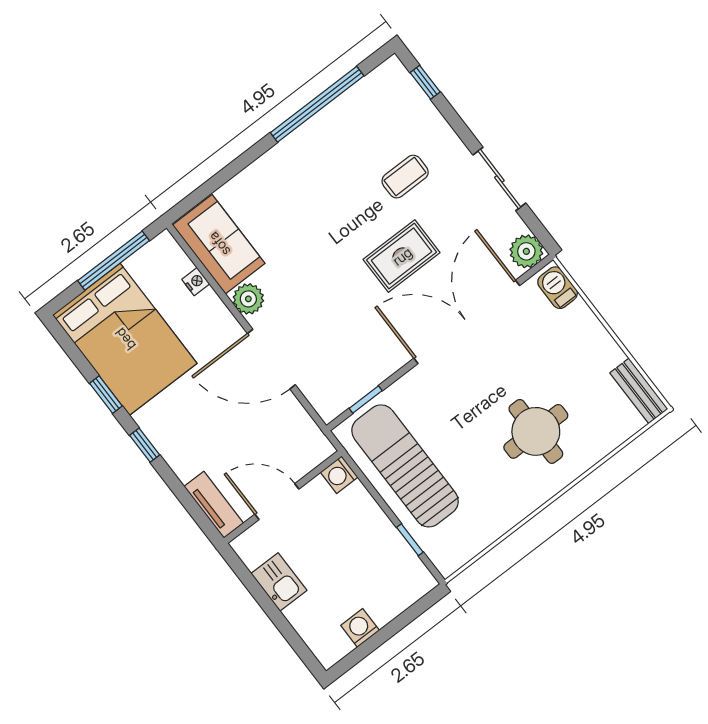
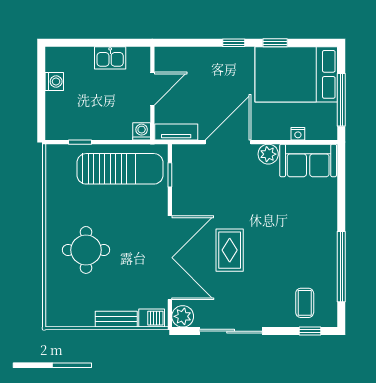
coffee table: (405, 177) -> (305, 303), moved
sliding door: (499, 179) -> (231, 331), width x1.37
bench: (639, 391) -> (116, 319), moved
tv unit: (214, 505) -> (176, 132), moved, turned 180

